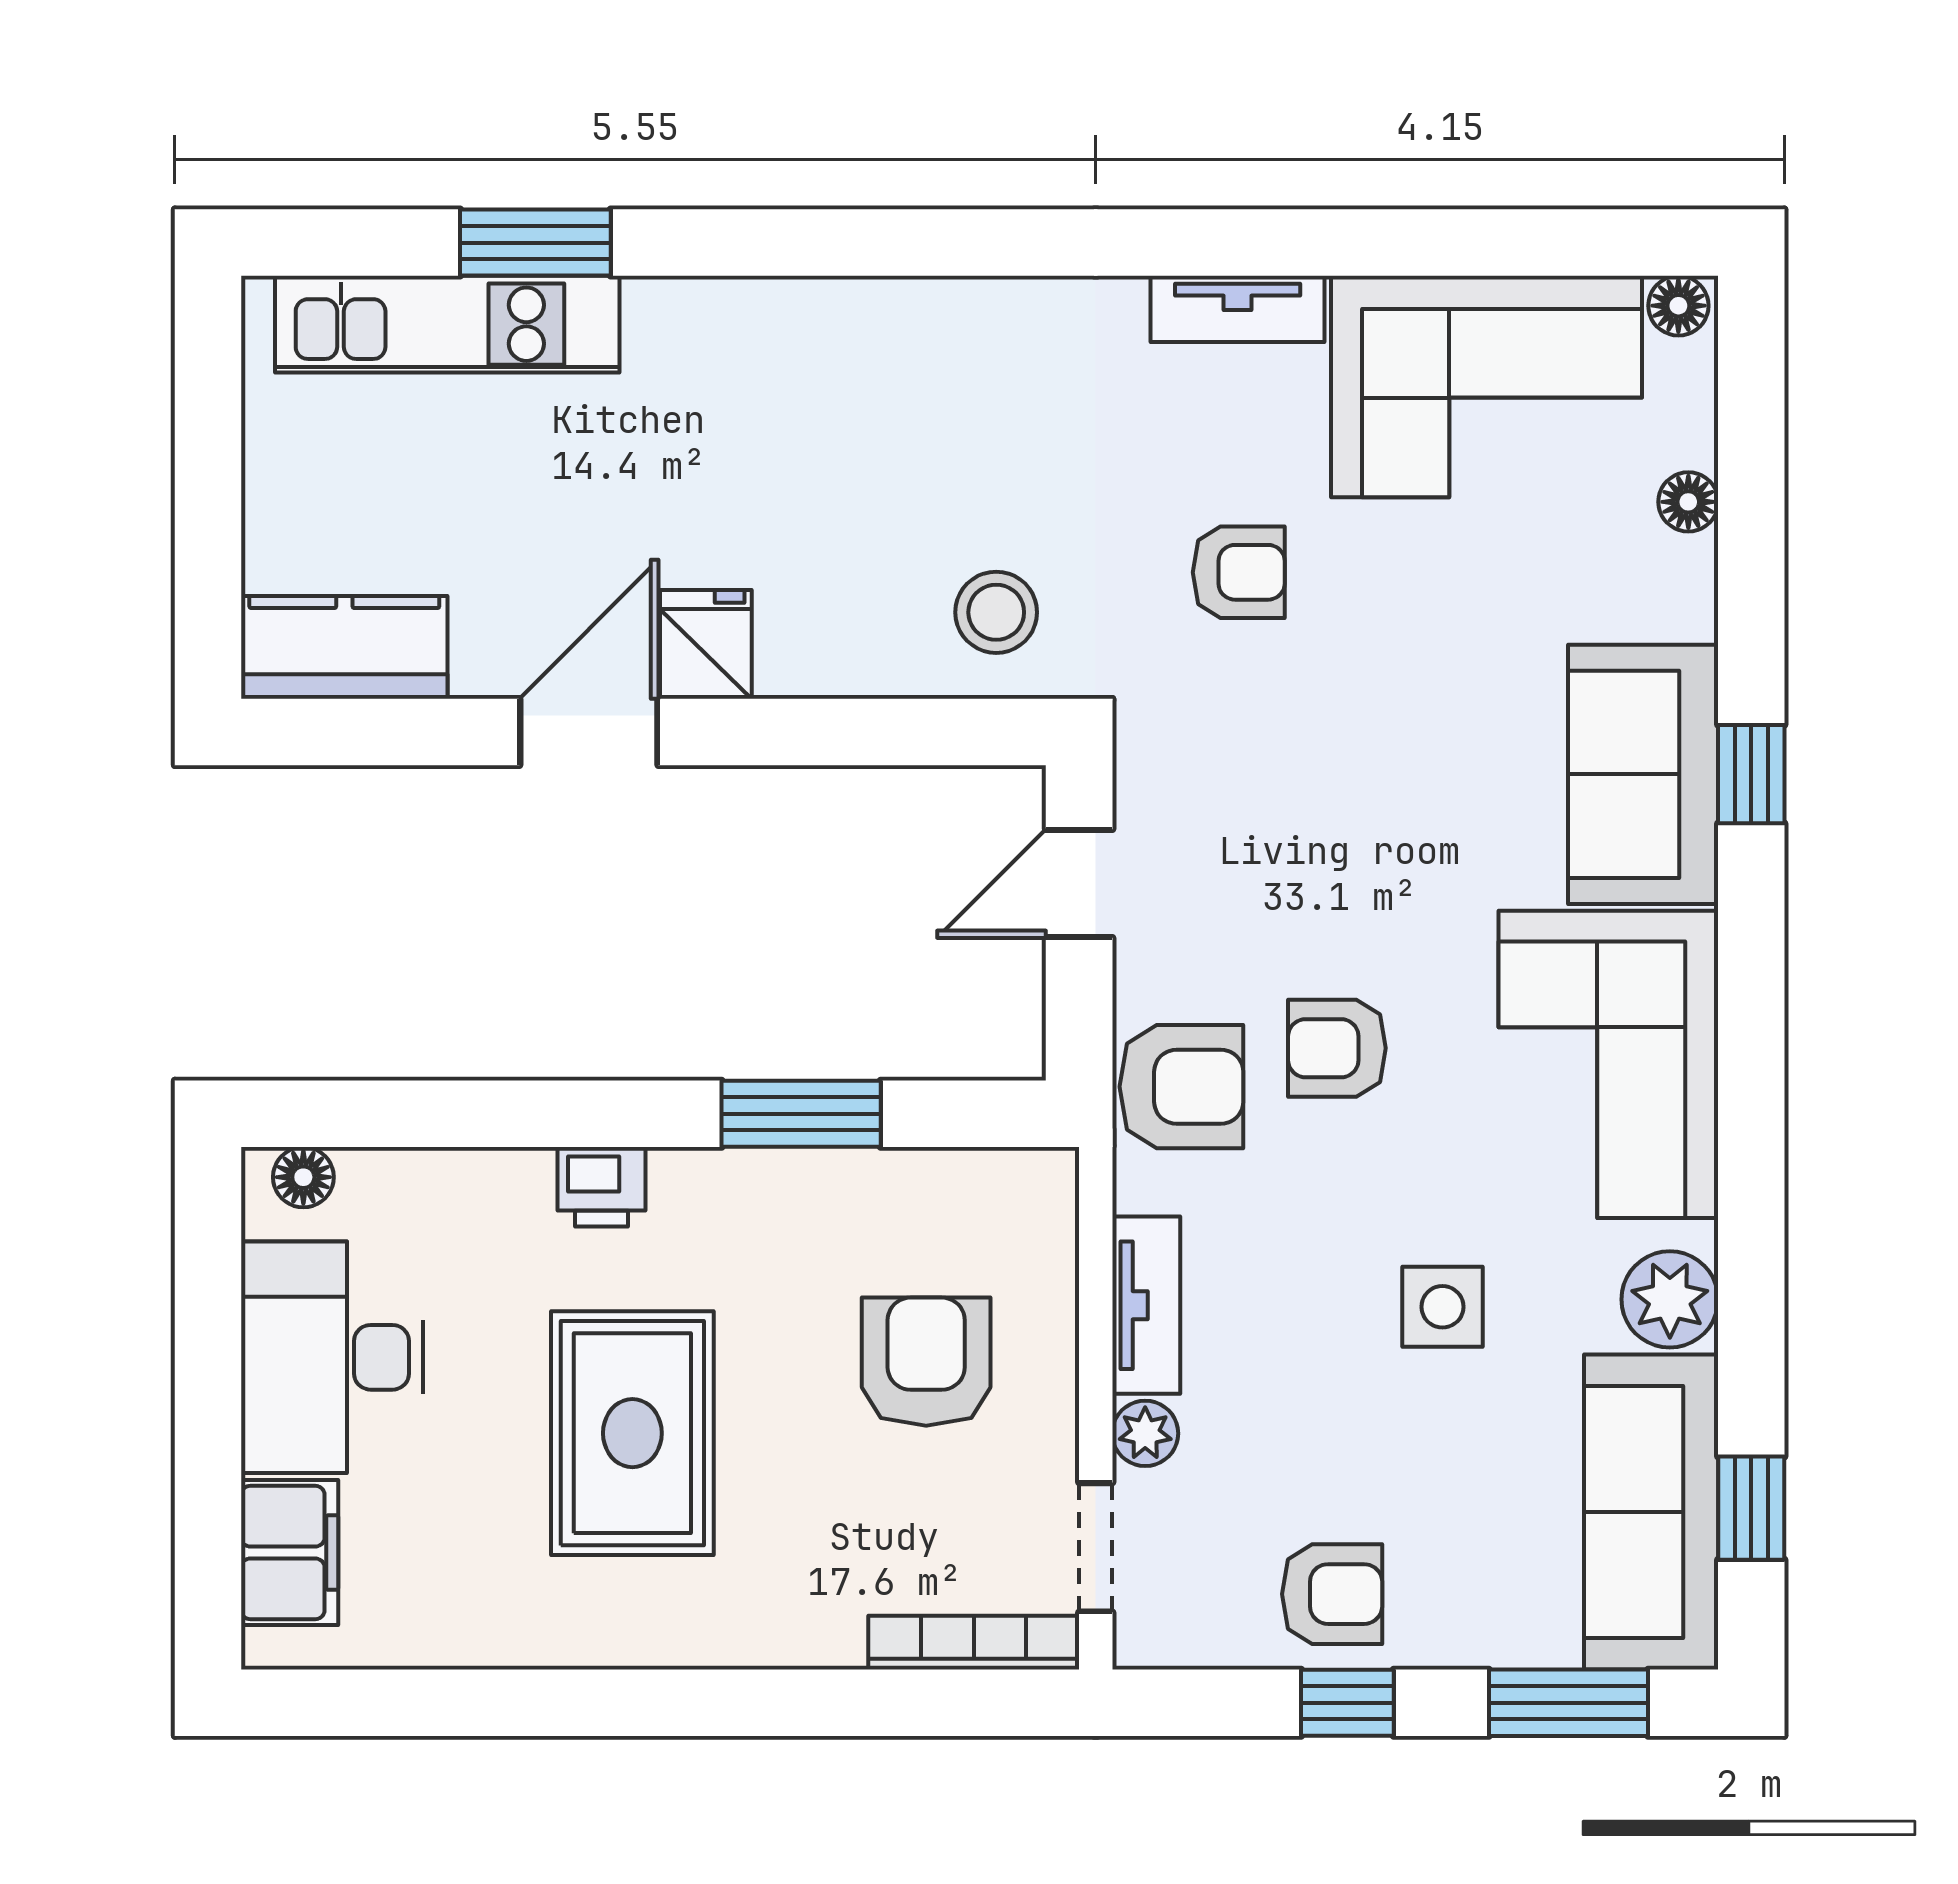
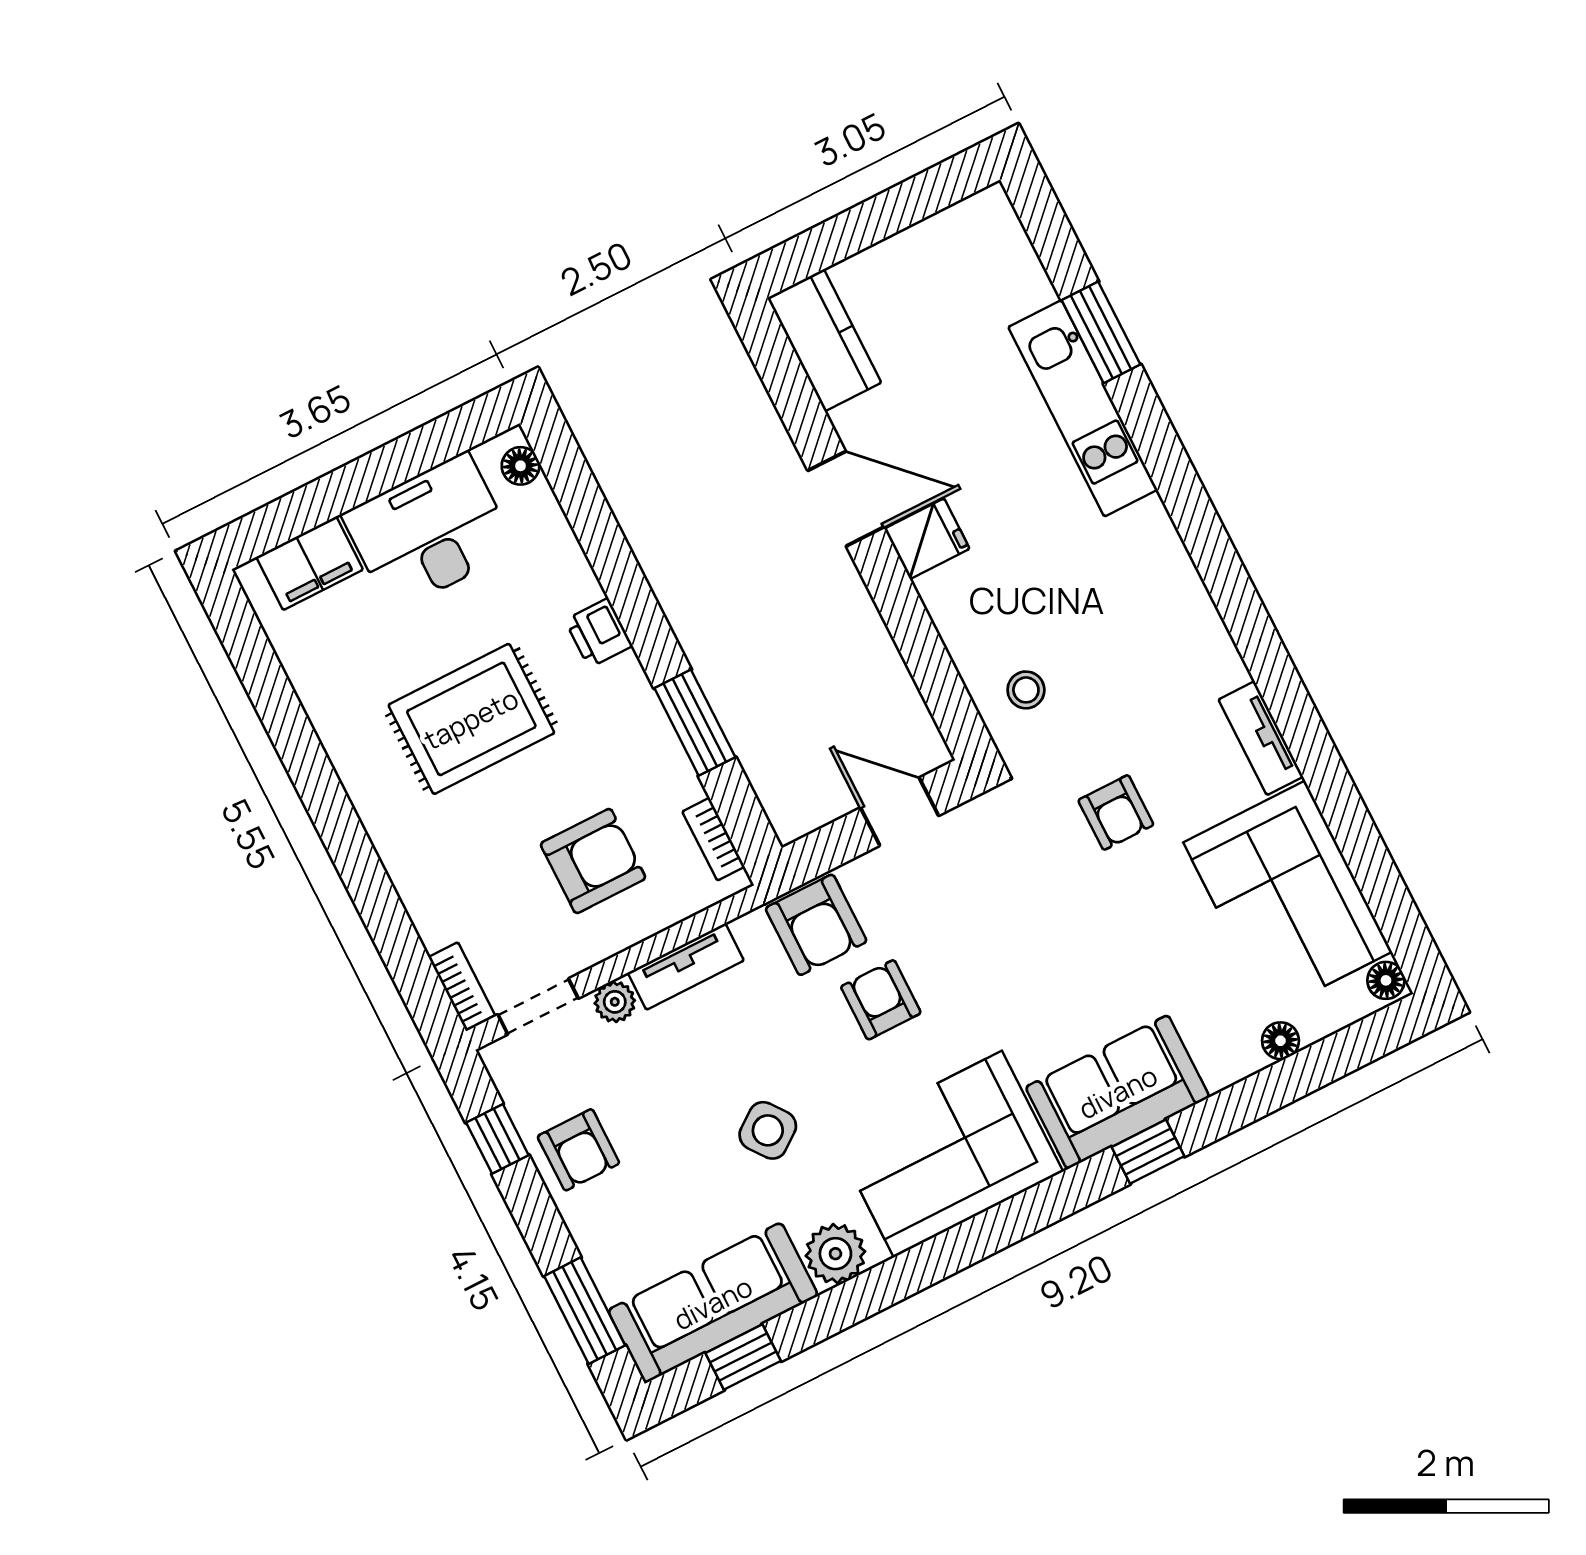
kitchen unit: (447, 324) -> (1083, 408), moved
stool: (996, 612) -> (1026, 690), width x0.73, depth x0.73
bookcase: (983, 1172) -> (713, 839), added
side table: (1442, 1307) -> (768, 1130), turned -37
bookcase: (974, 1643) -> (462, 987), width x0.64
window: (1347, 1703) -> (497, 1139), moved

